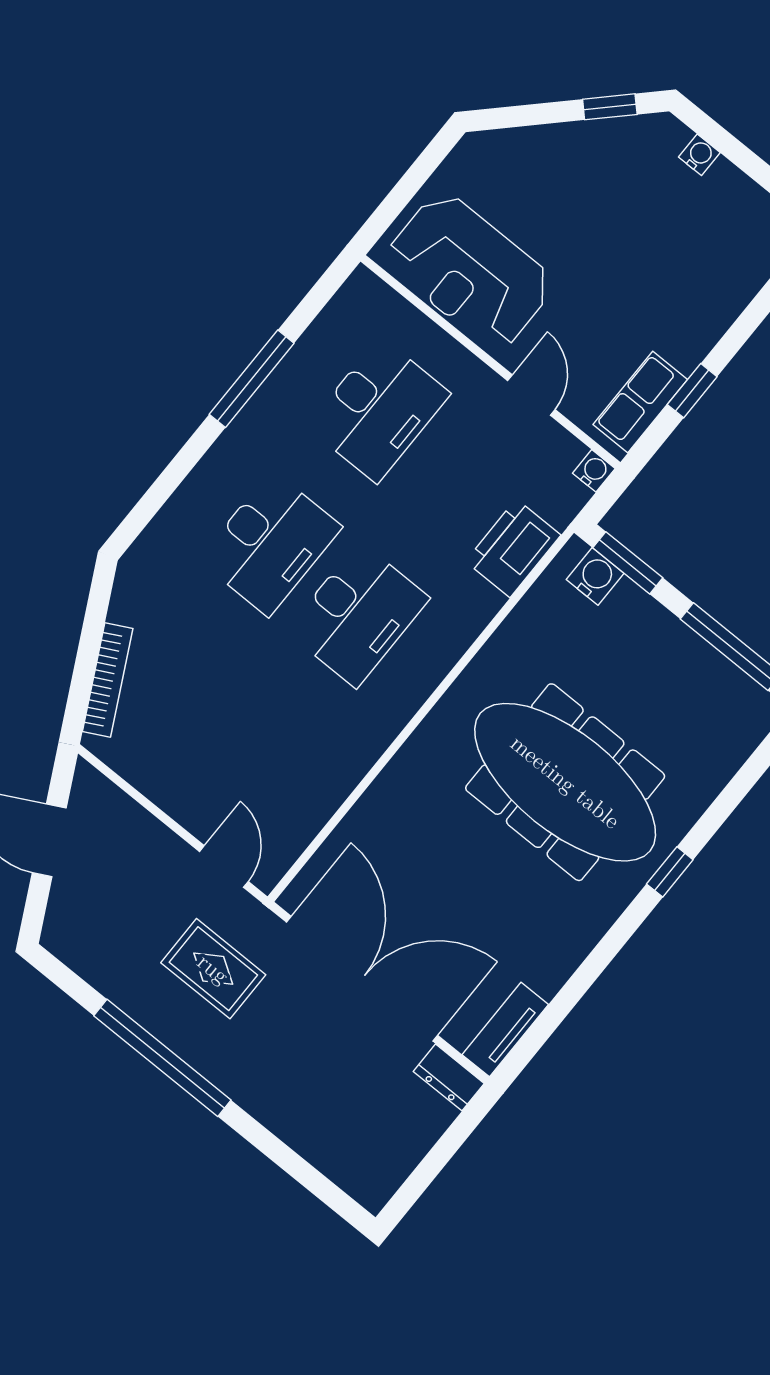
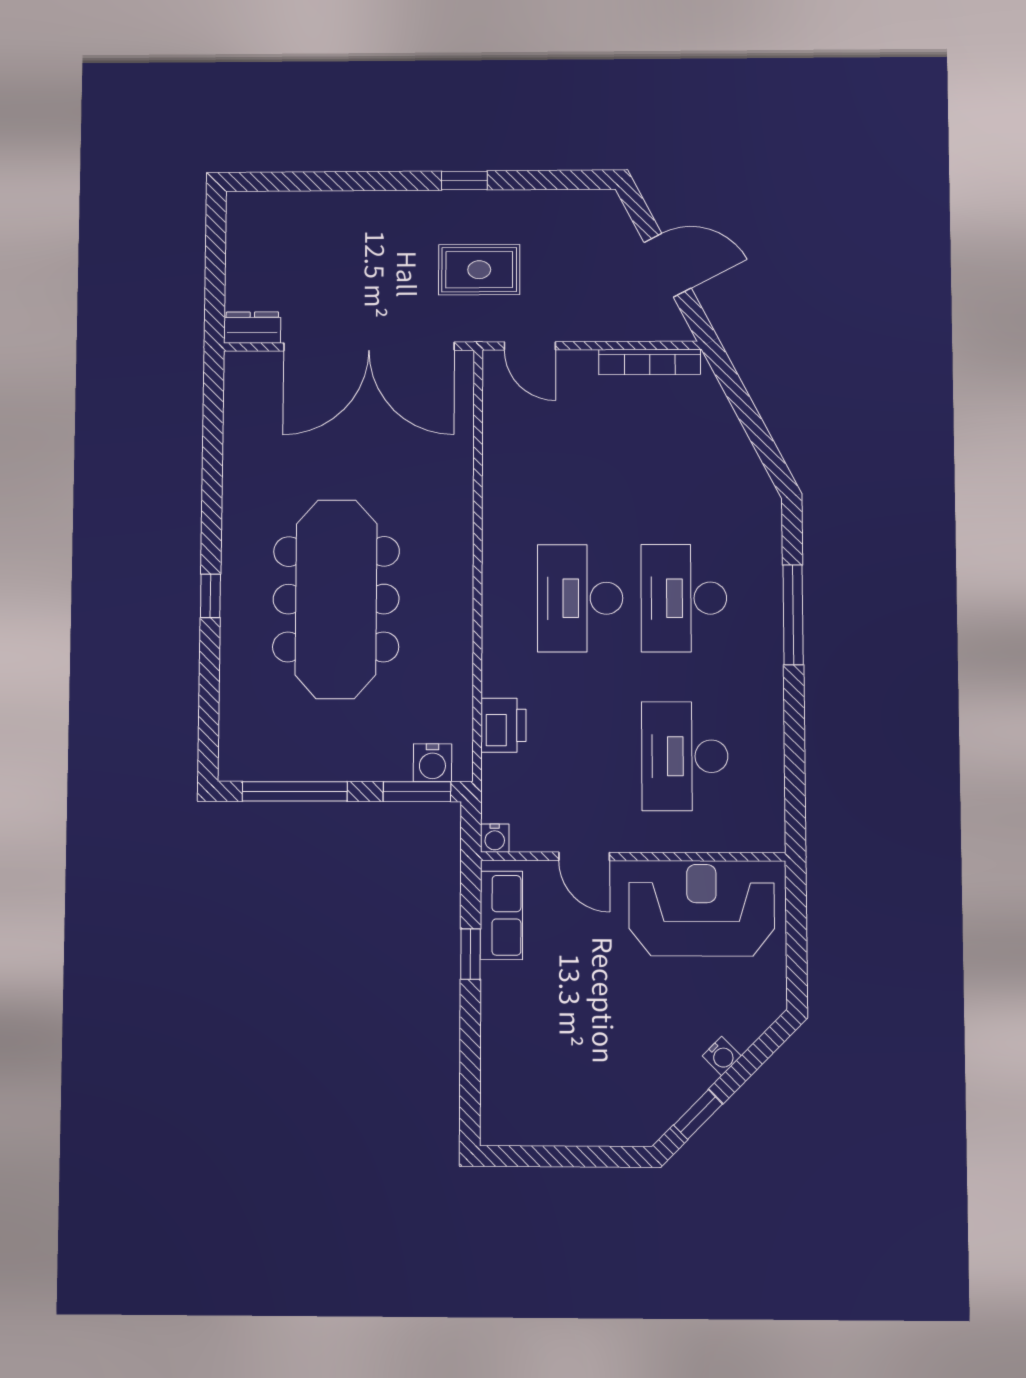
water cooler: (699, 155) -> (722, 1056), moved, turned -45
window: (252, 379) -> (793, 615), moved
printer: (513, 548) -> (503, 725), width x0.73, depth x0.84
bookcase: (108, 680) -> (650, 362), moved, turned -63
meeting table: (565, 782) -> (336, 599), turned 90
tv unit: (505, 1030) -> (239, 392), removed
window: (162, 1058) -> (464, 180), width x0.32

